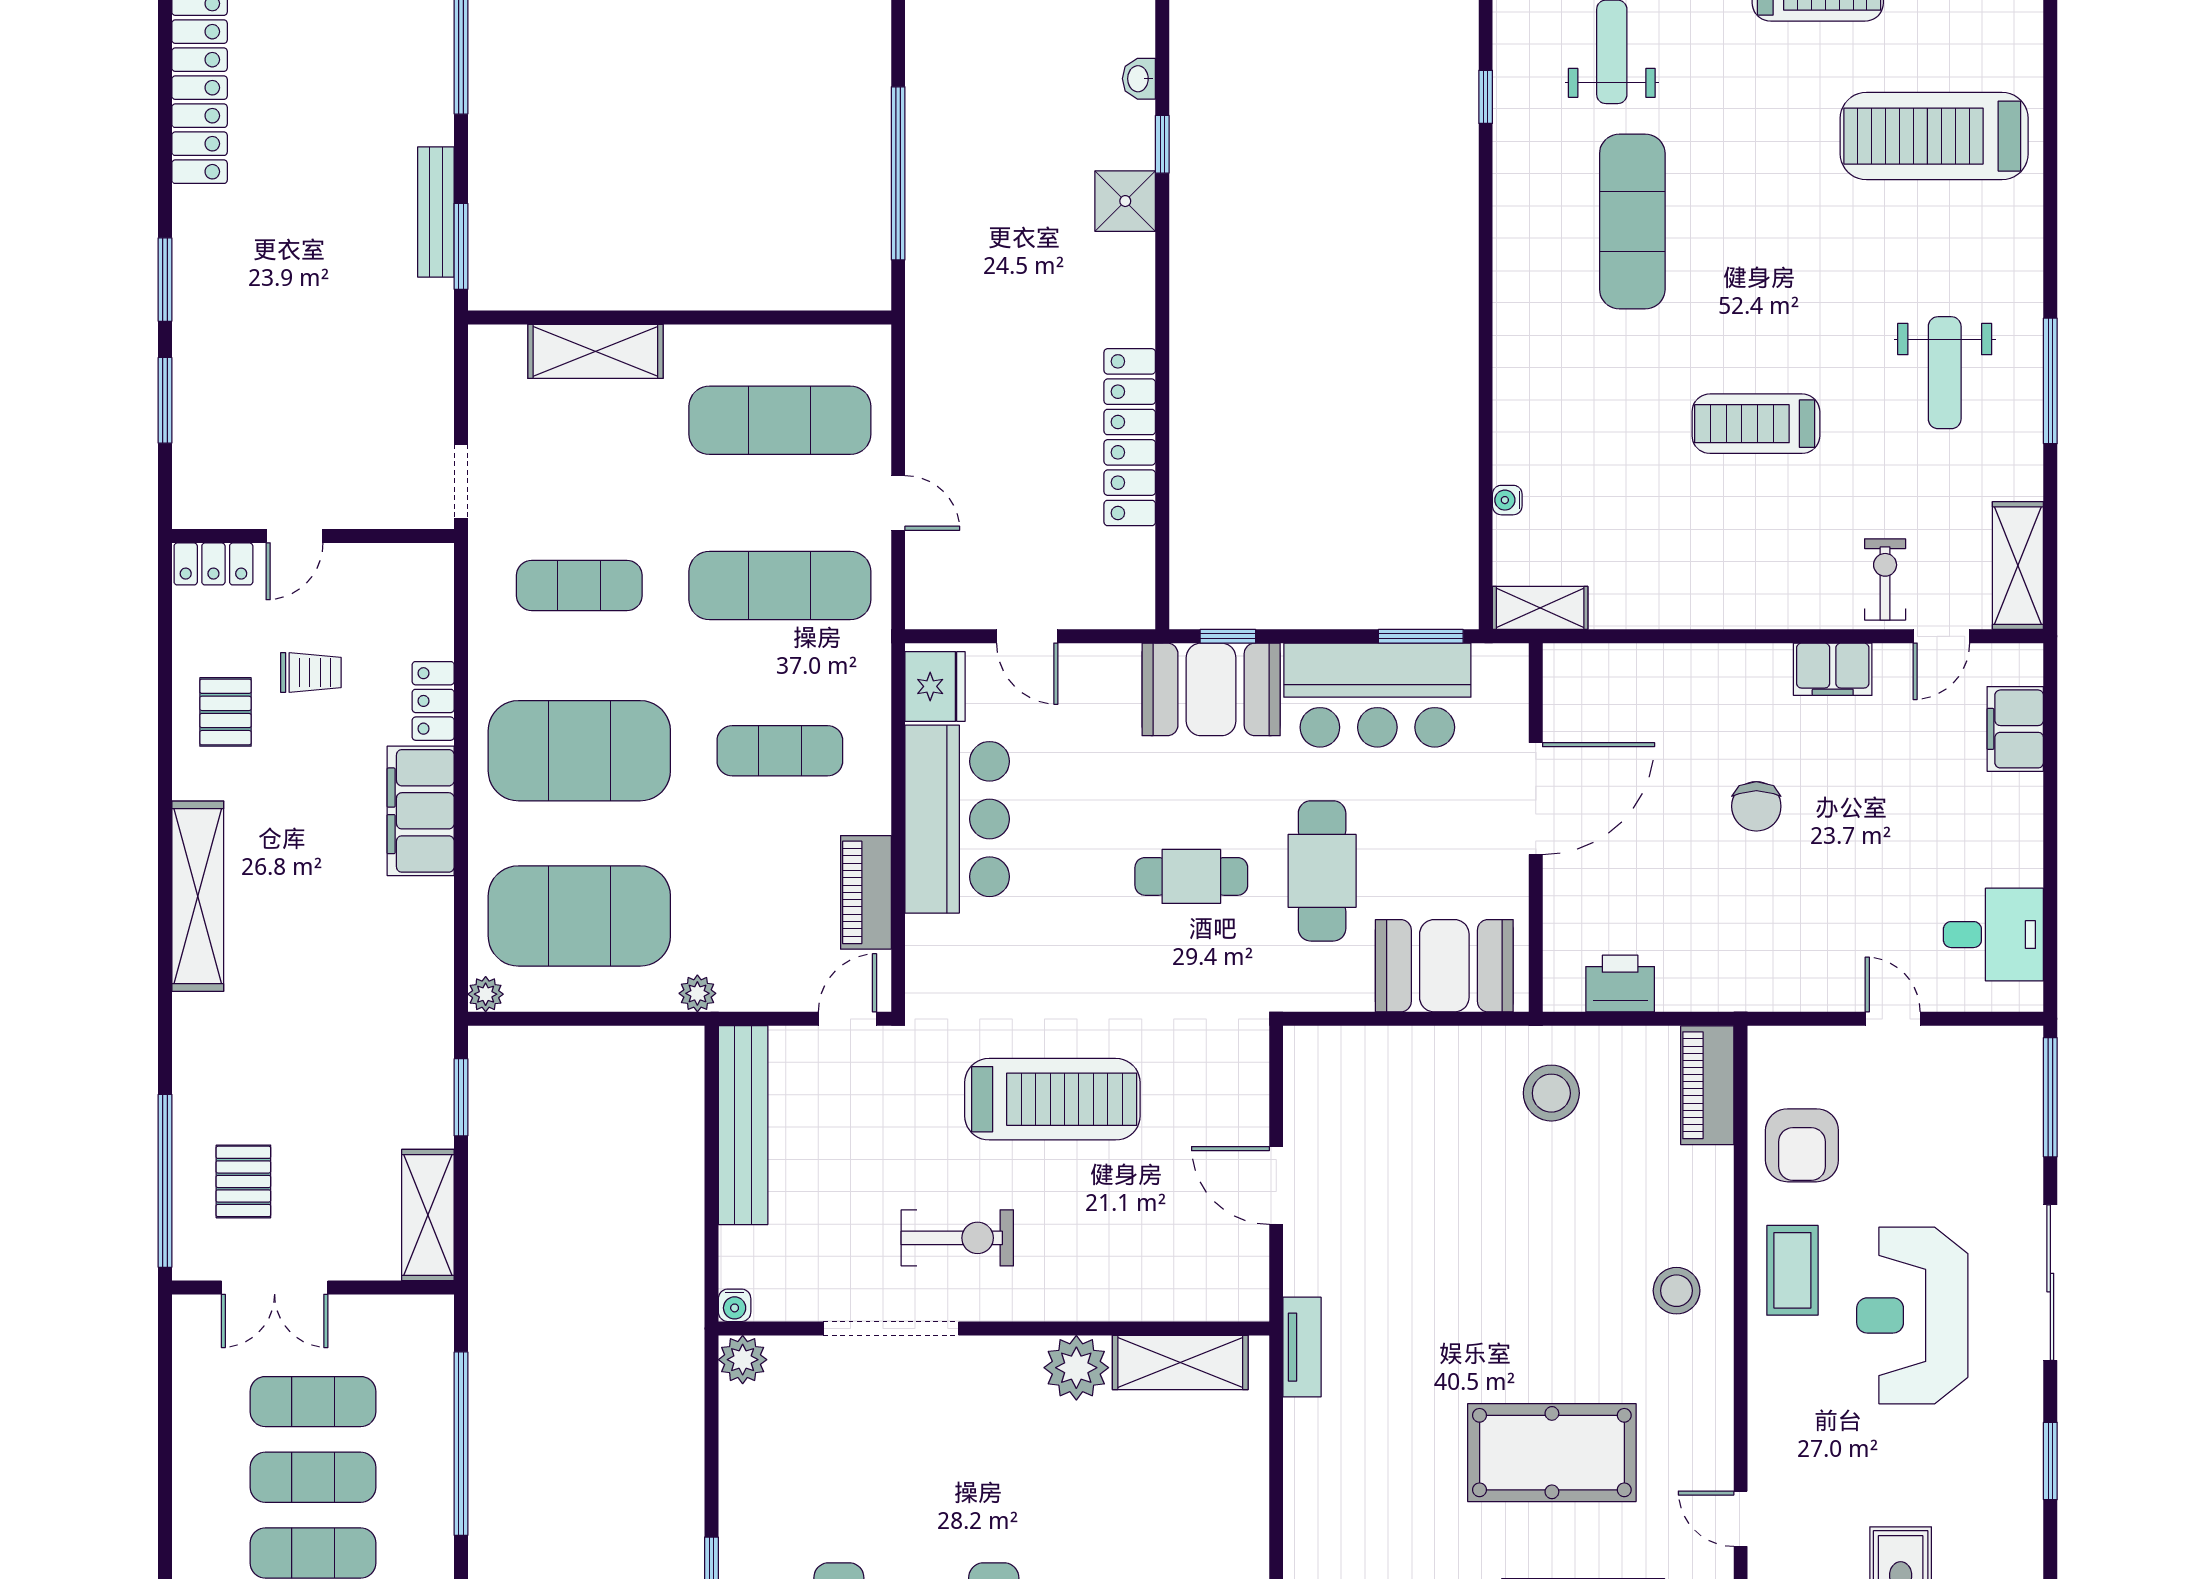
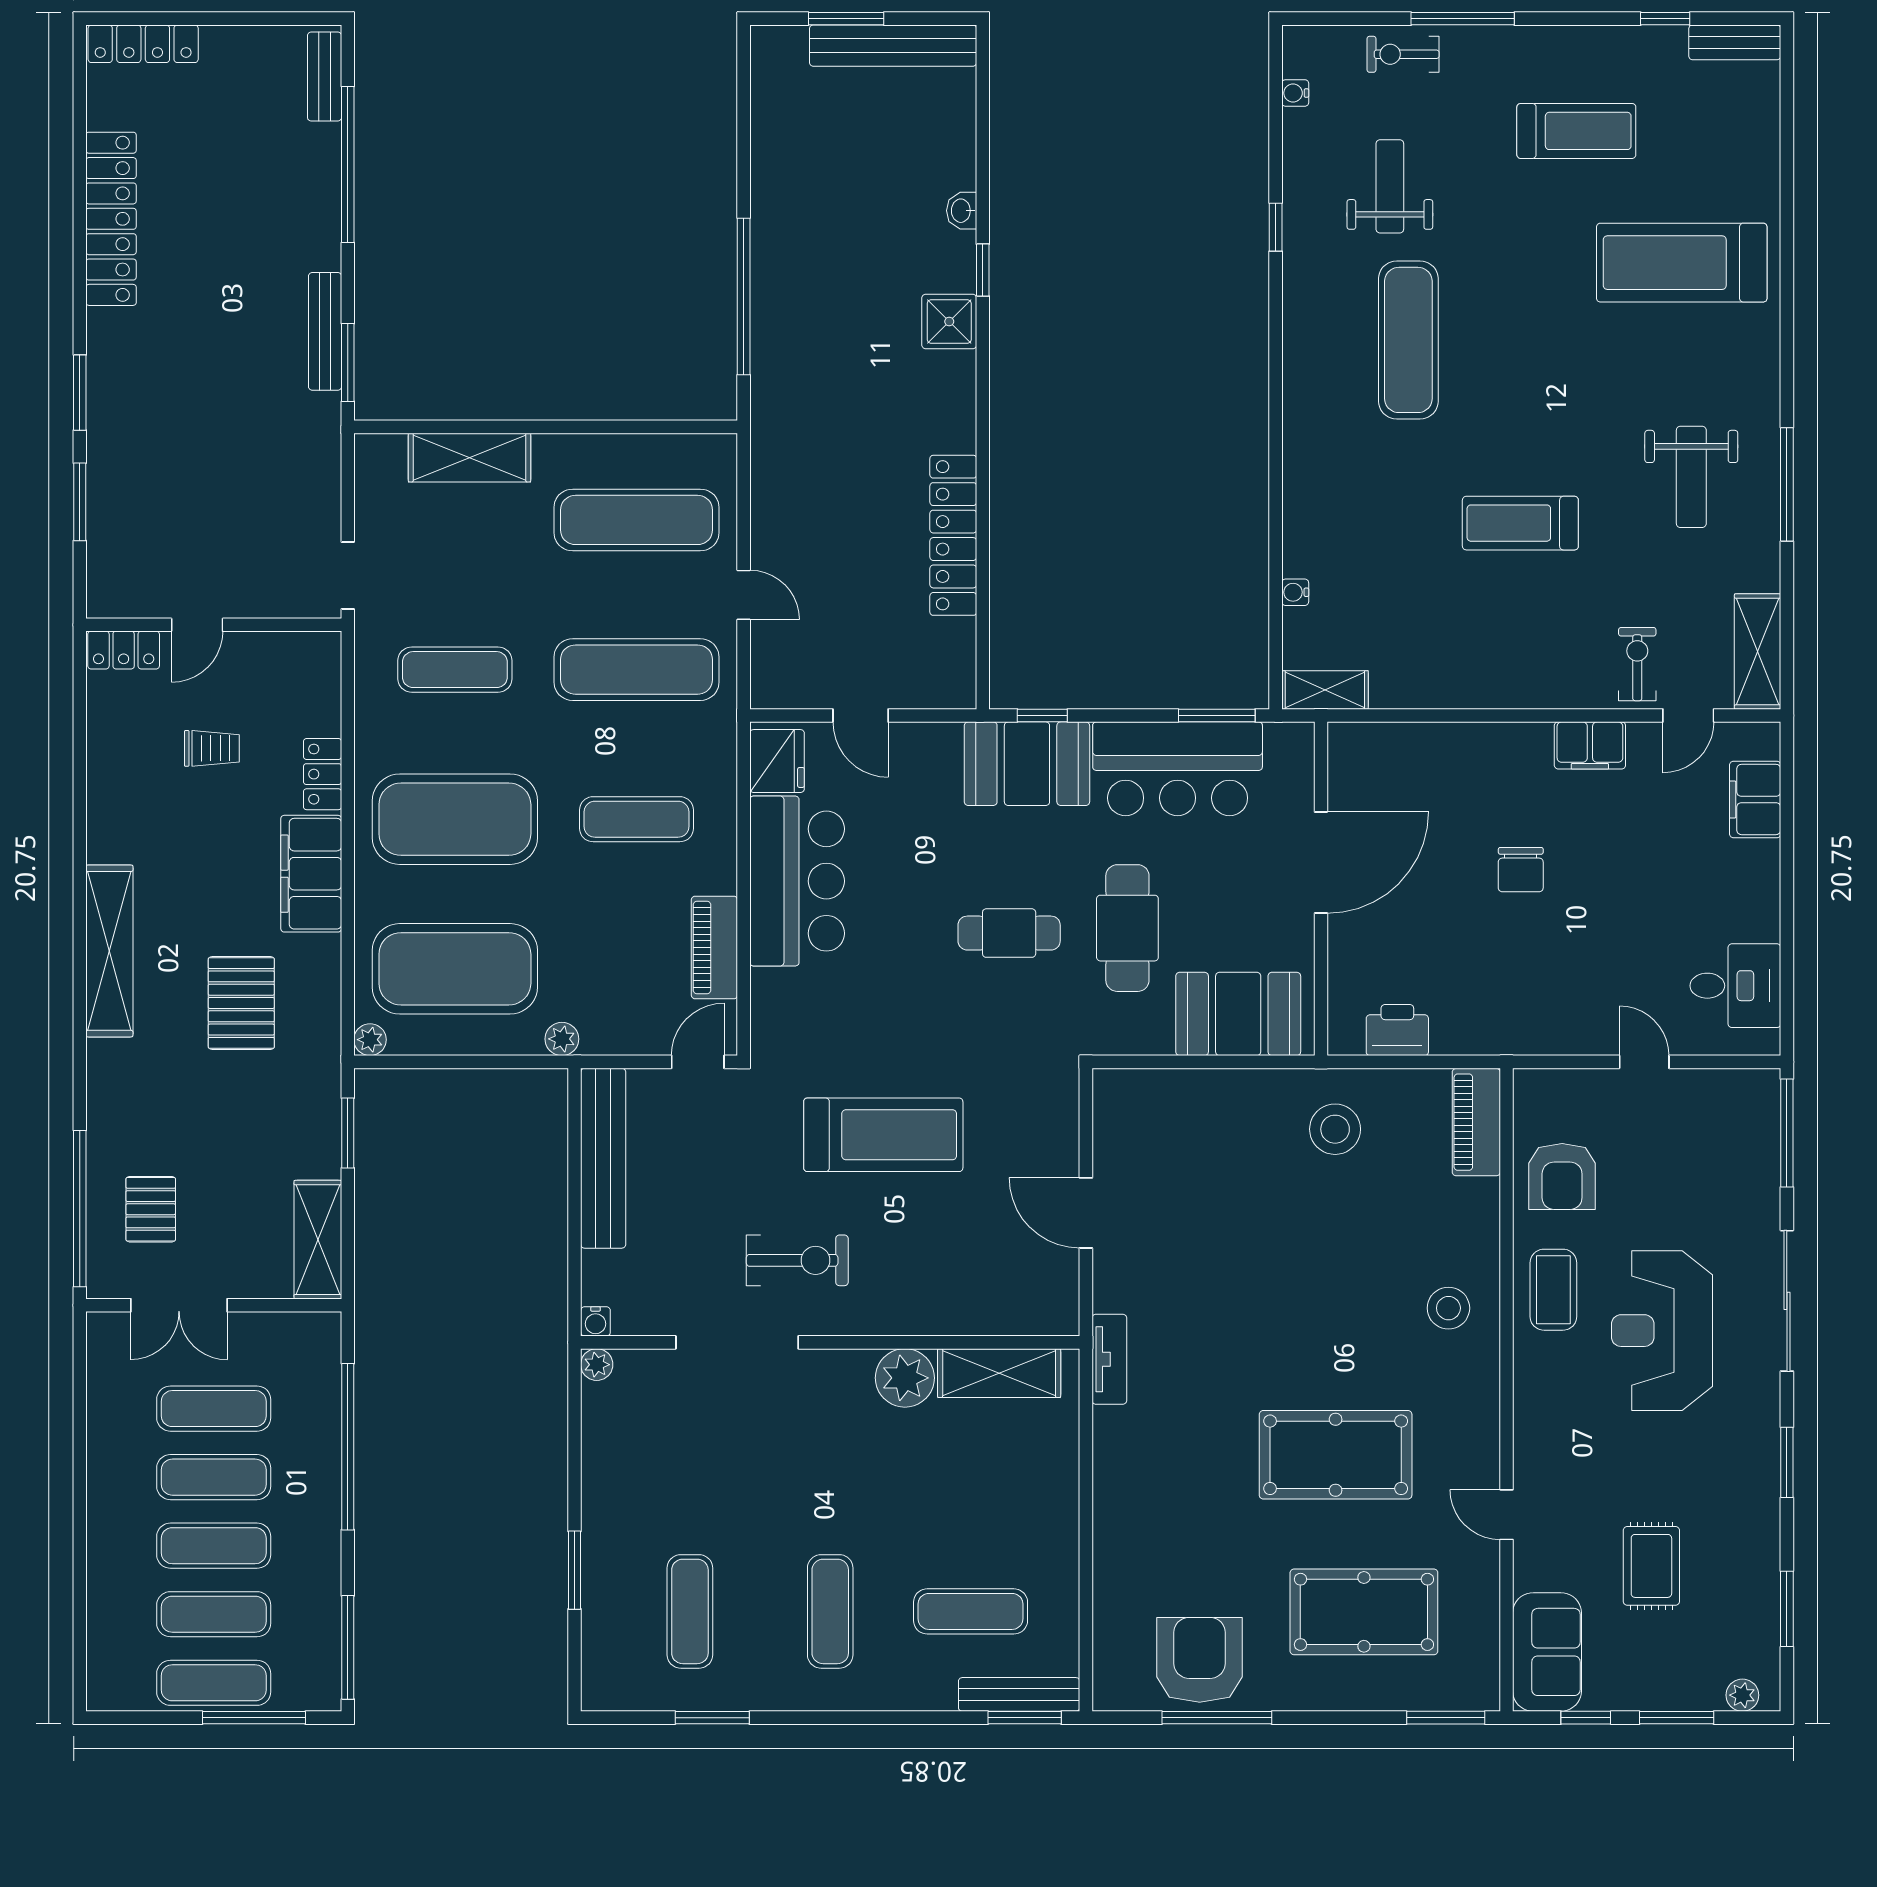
pallet: (225, 712) -> (241, 1003), moved, width x1.50, depth x1.42
plant: (743, 1360) -> (597, 1365), width x0.73, depth x0.73

